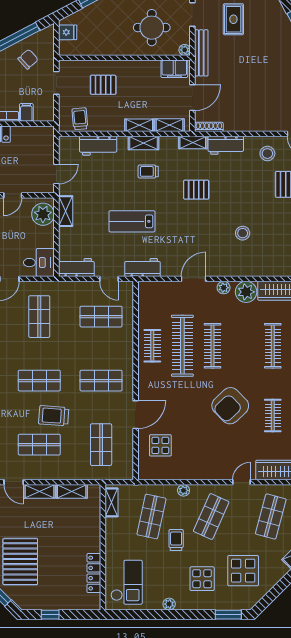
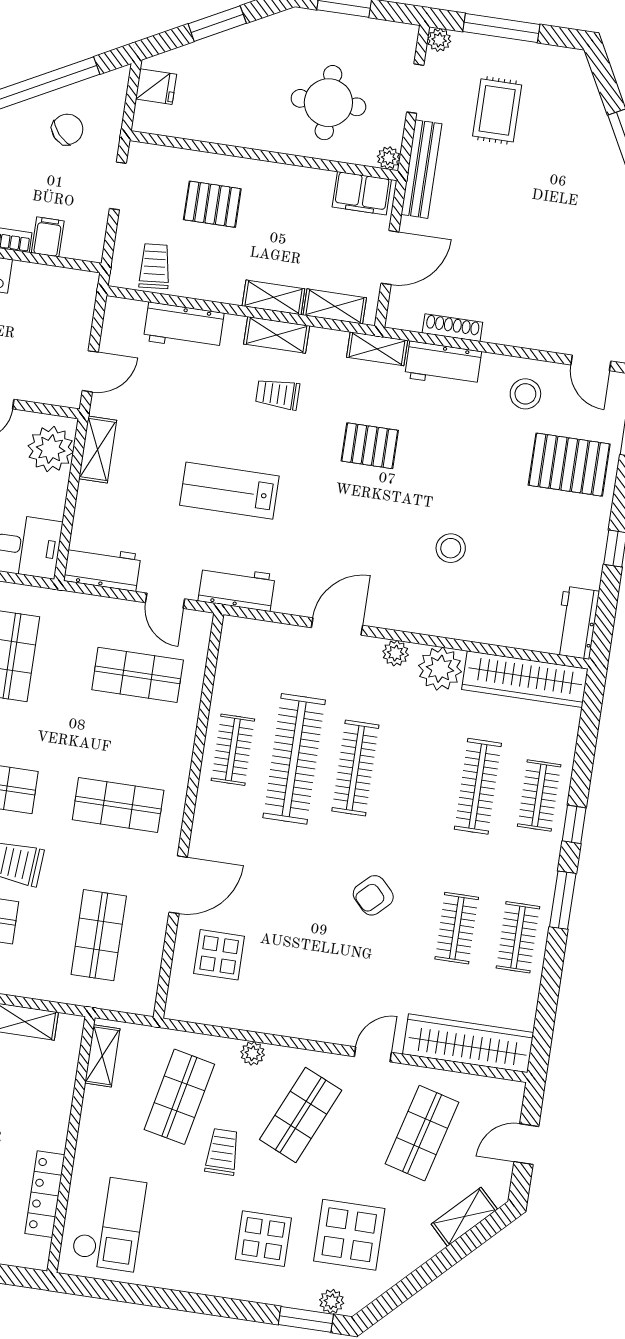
shoe rack: (209, 127) -> (452, 328), moved
armchair: (230, 406) -> (373, 895), width x0.53, depth x0.53
plant: (169, 604) -> (332, 1301), moved

